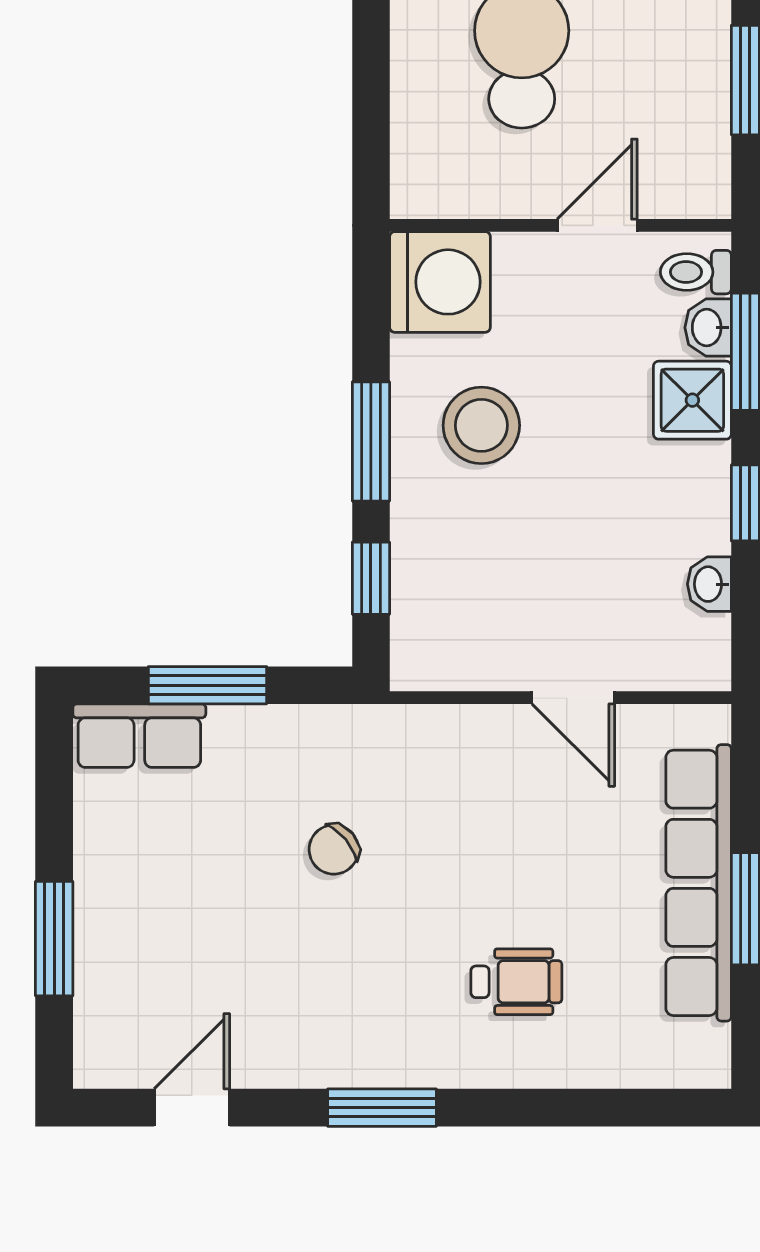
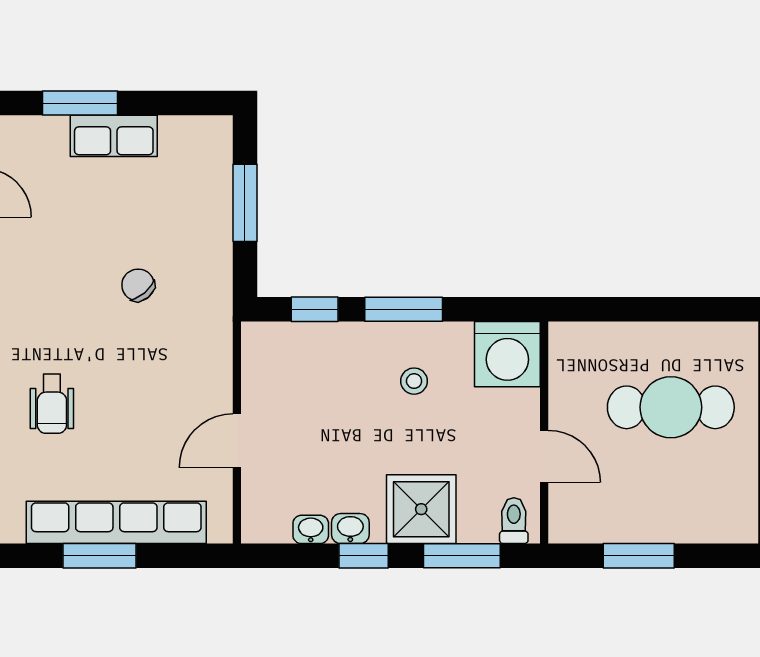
washbasin: (708, 328) -> (350, 529), moved
shower: (692, 400) -> (421, 509), width x1.36, depth x1.36
stool: (481, 425) -> (414, 381), width x0.53, depth x0.53
row of seats: (139, 736) -> (114, 136), moved, turned -90

